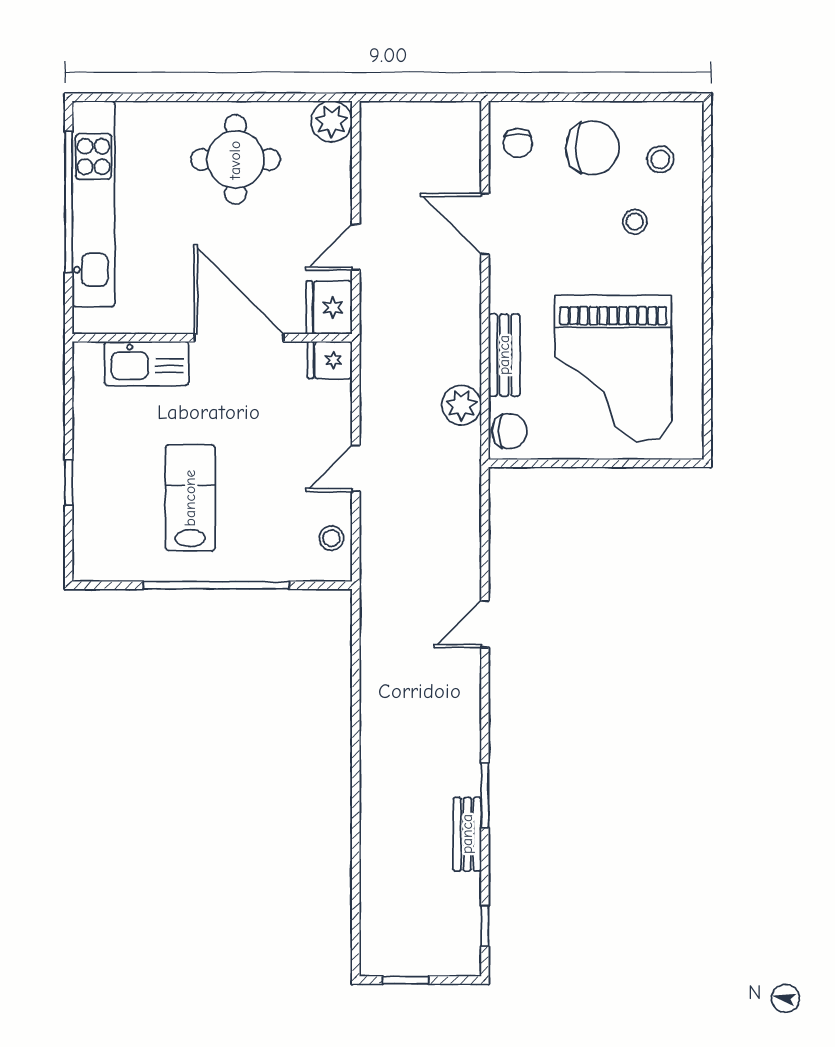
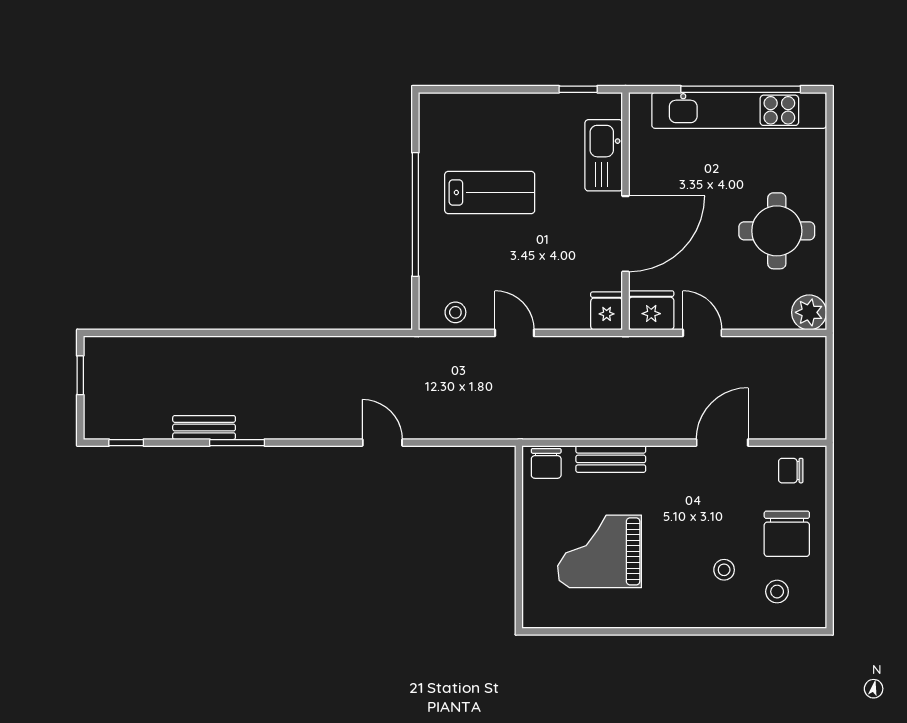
grand piano: (613, 368) -> (599, 551), width x0.73, depth x0.68
plant: (462, 405) -> (568, 423), removed
window: (69, 483) -> (578, 89), moved

